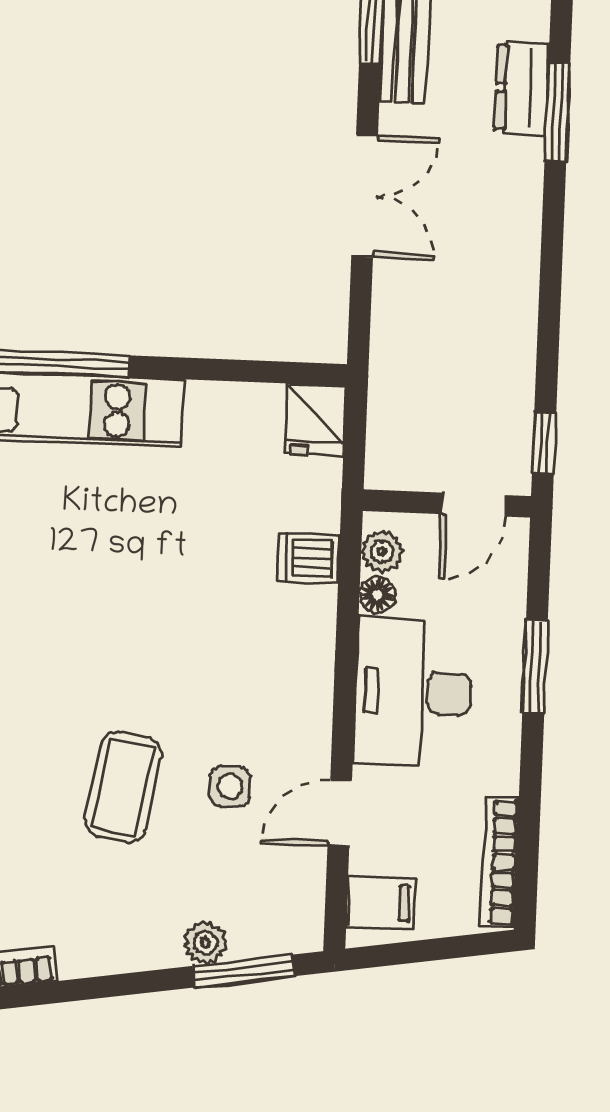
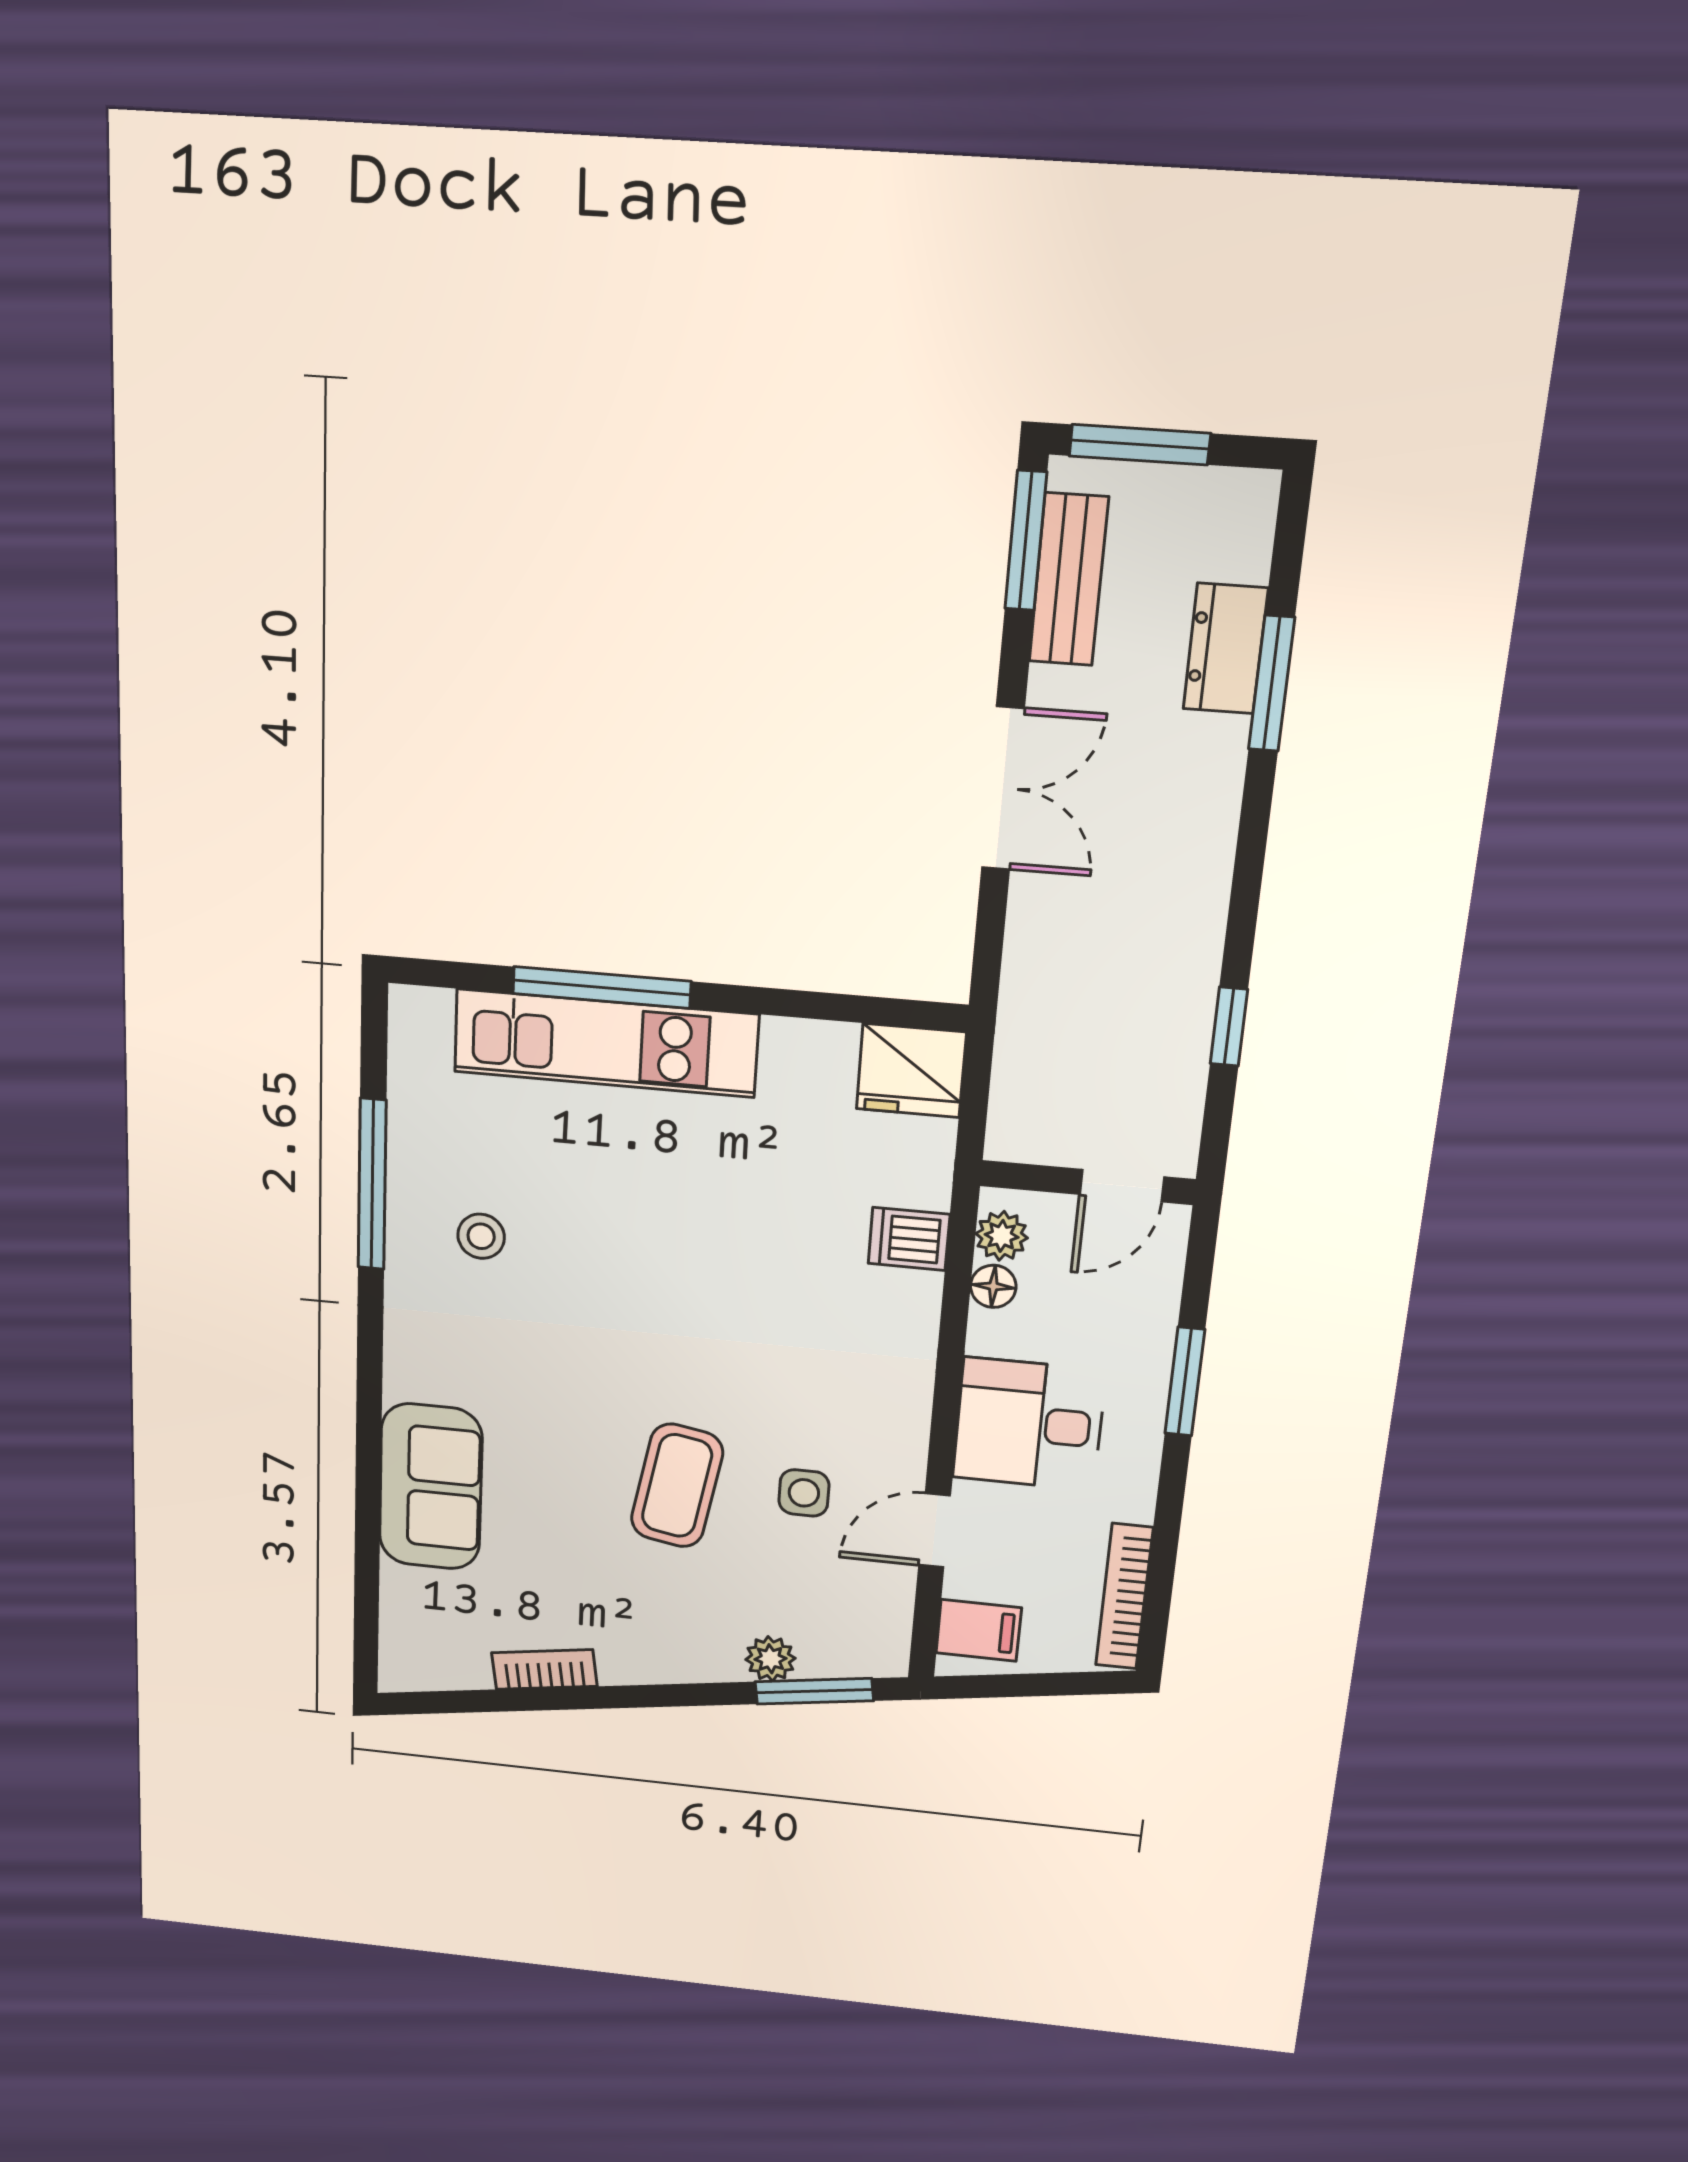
fridge: (316, 419) -> (911, 1070), width x1.38
window: (544, 443) -> (1229, 1027), moved
desk: (413, 692) -> (1029, 1424), width x0.73

